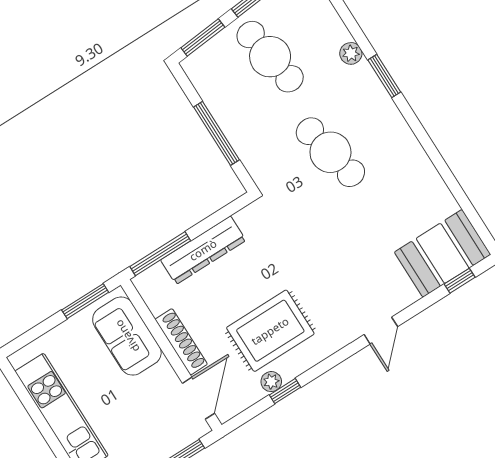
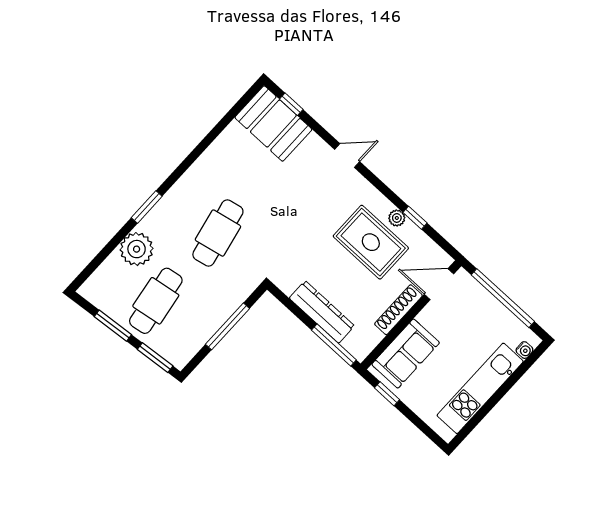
plant: (351, 53) -> (137, 249), width x1.88, depth x1.88
window: (85, 301) -> (387, 394), width x0.67
plant: (271, 382) -> (397, 218), moved

